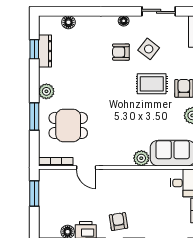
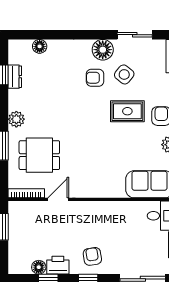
floor lamp: (124, 21) -> (103, 50), width x1.89, depth x1.89
dresser: (45, 51) -> (15, 77), width x0.70
plant: (141, 158) -> (116, 190), removed
door: (86, 168) -> (58, 199), swing flipped

